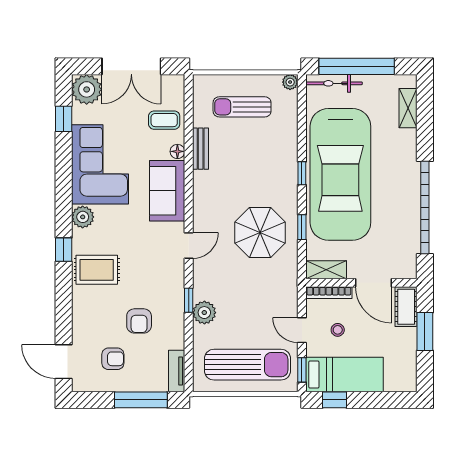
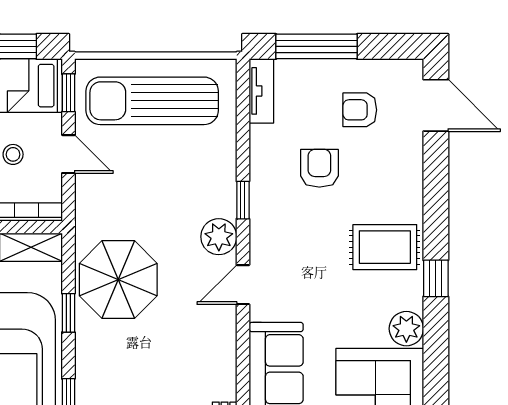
parasol: (260, 233) -> (118, 280), moved
plant: (204, 313) -> (219, 237), moved

